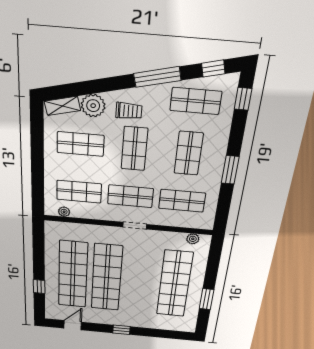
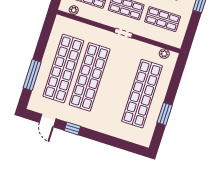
window: (39, 287) -> (32, 75), width x2.17
door: (73, 325) -> (48, 121), swing flipped
window: (121, 330) -> (72, 128), moved

